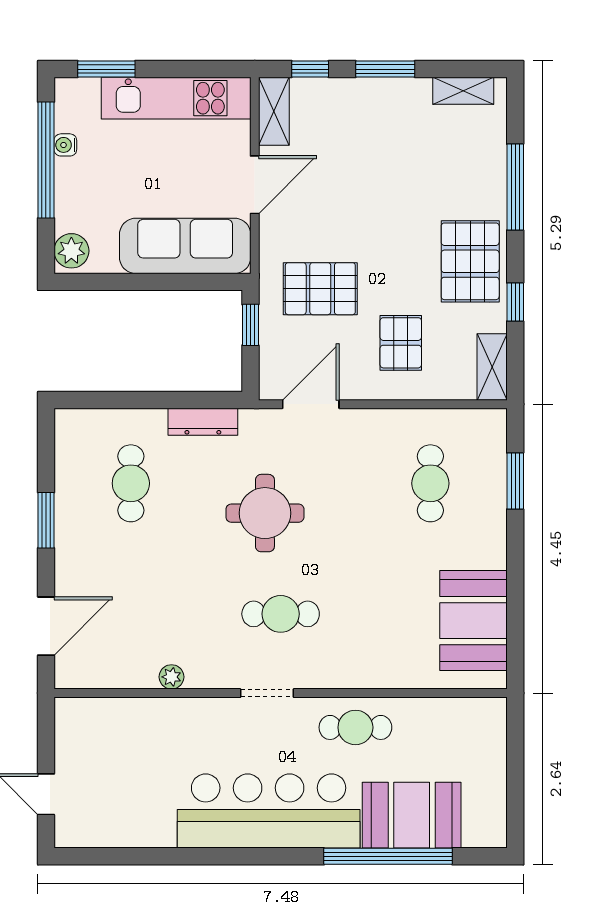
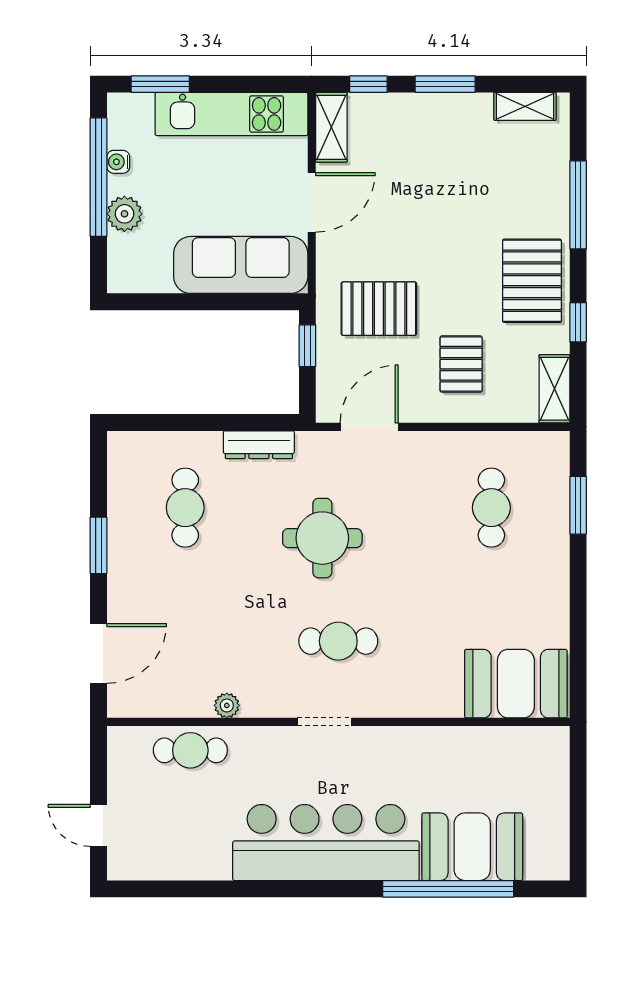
plant: (71, 251) -> (124, 214), moved
booth: (473, 621) -> (516, 684), moved, turned 90
cafe table: (355, 727) -> (190, 750), moved

